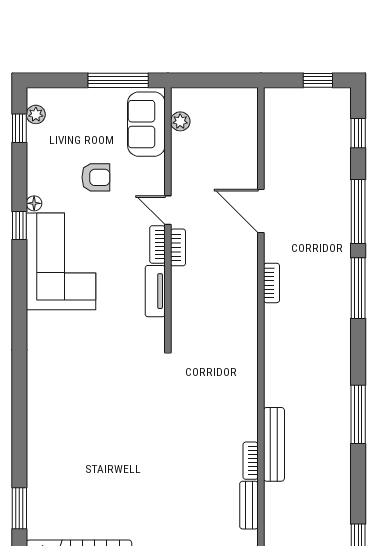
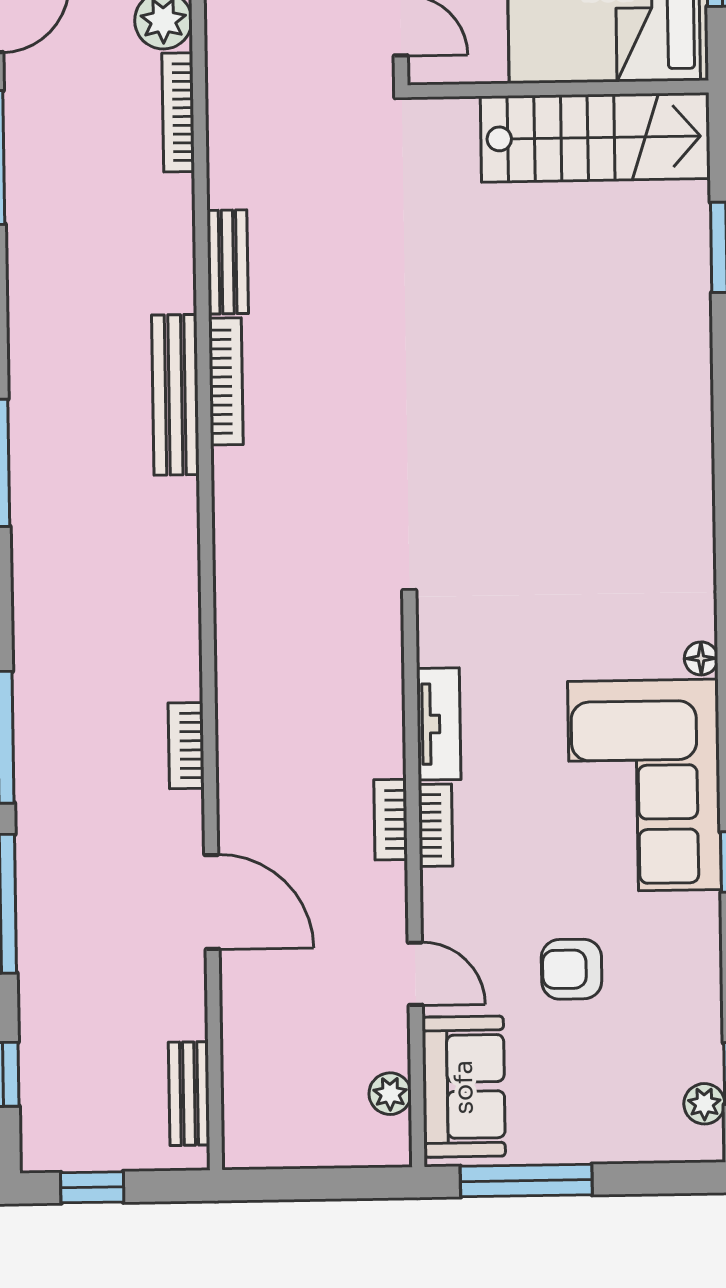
bench: (273, 123) -> (189, 1094), added
floor lamp: (34, 203) -> (701, 658), moved
door: (168, 210) -> (415, 974), moved
bookcase: (251, 461) -> (226, 381), width x1.56

